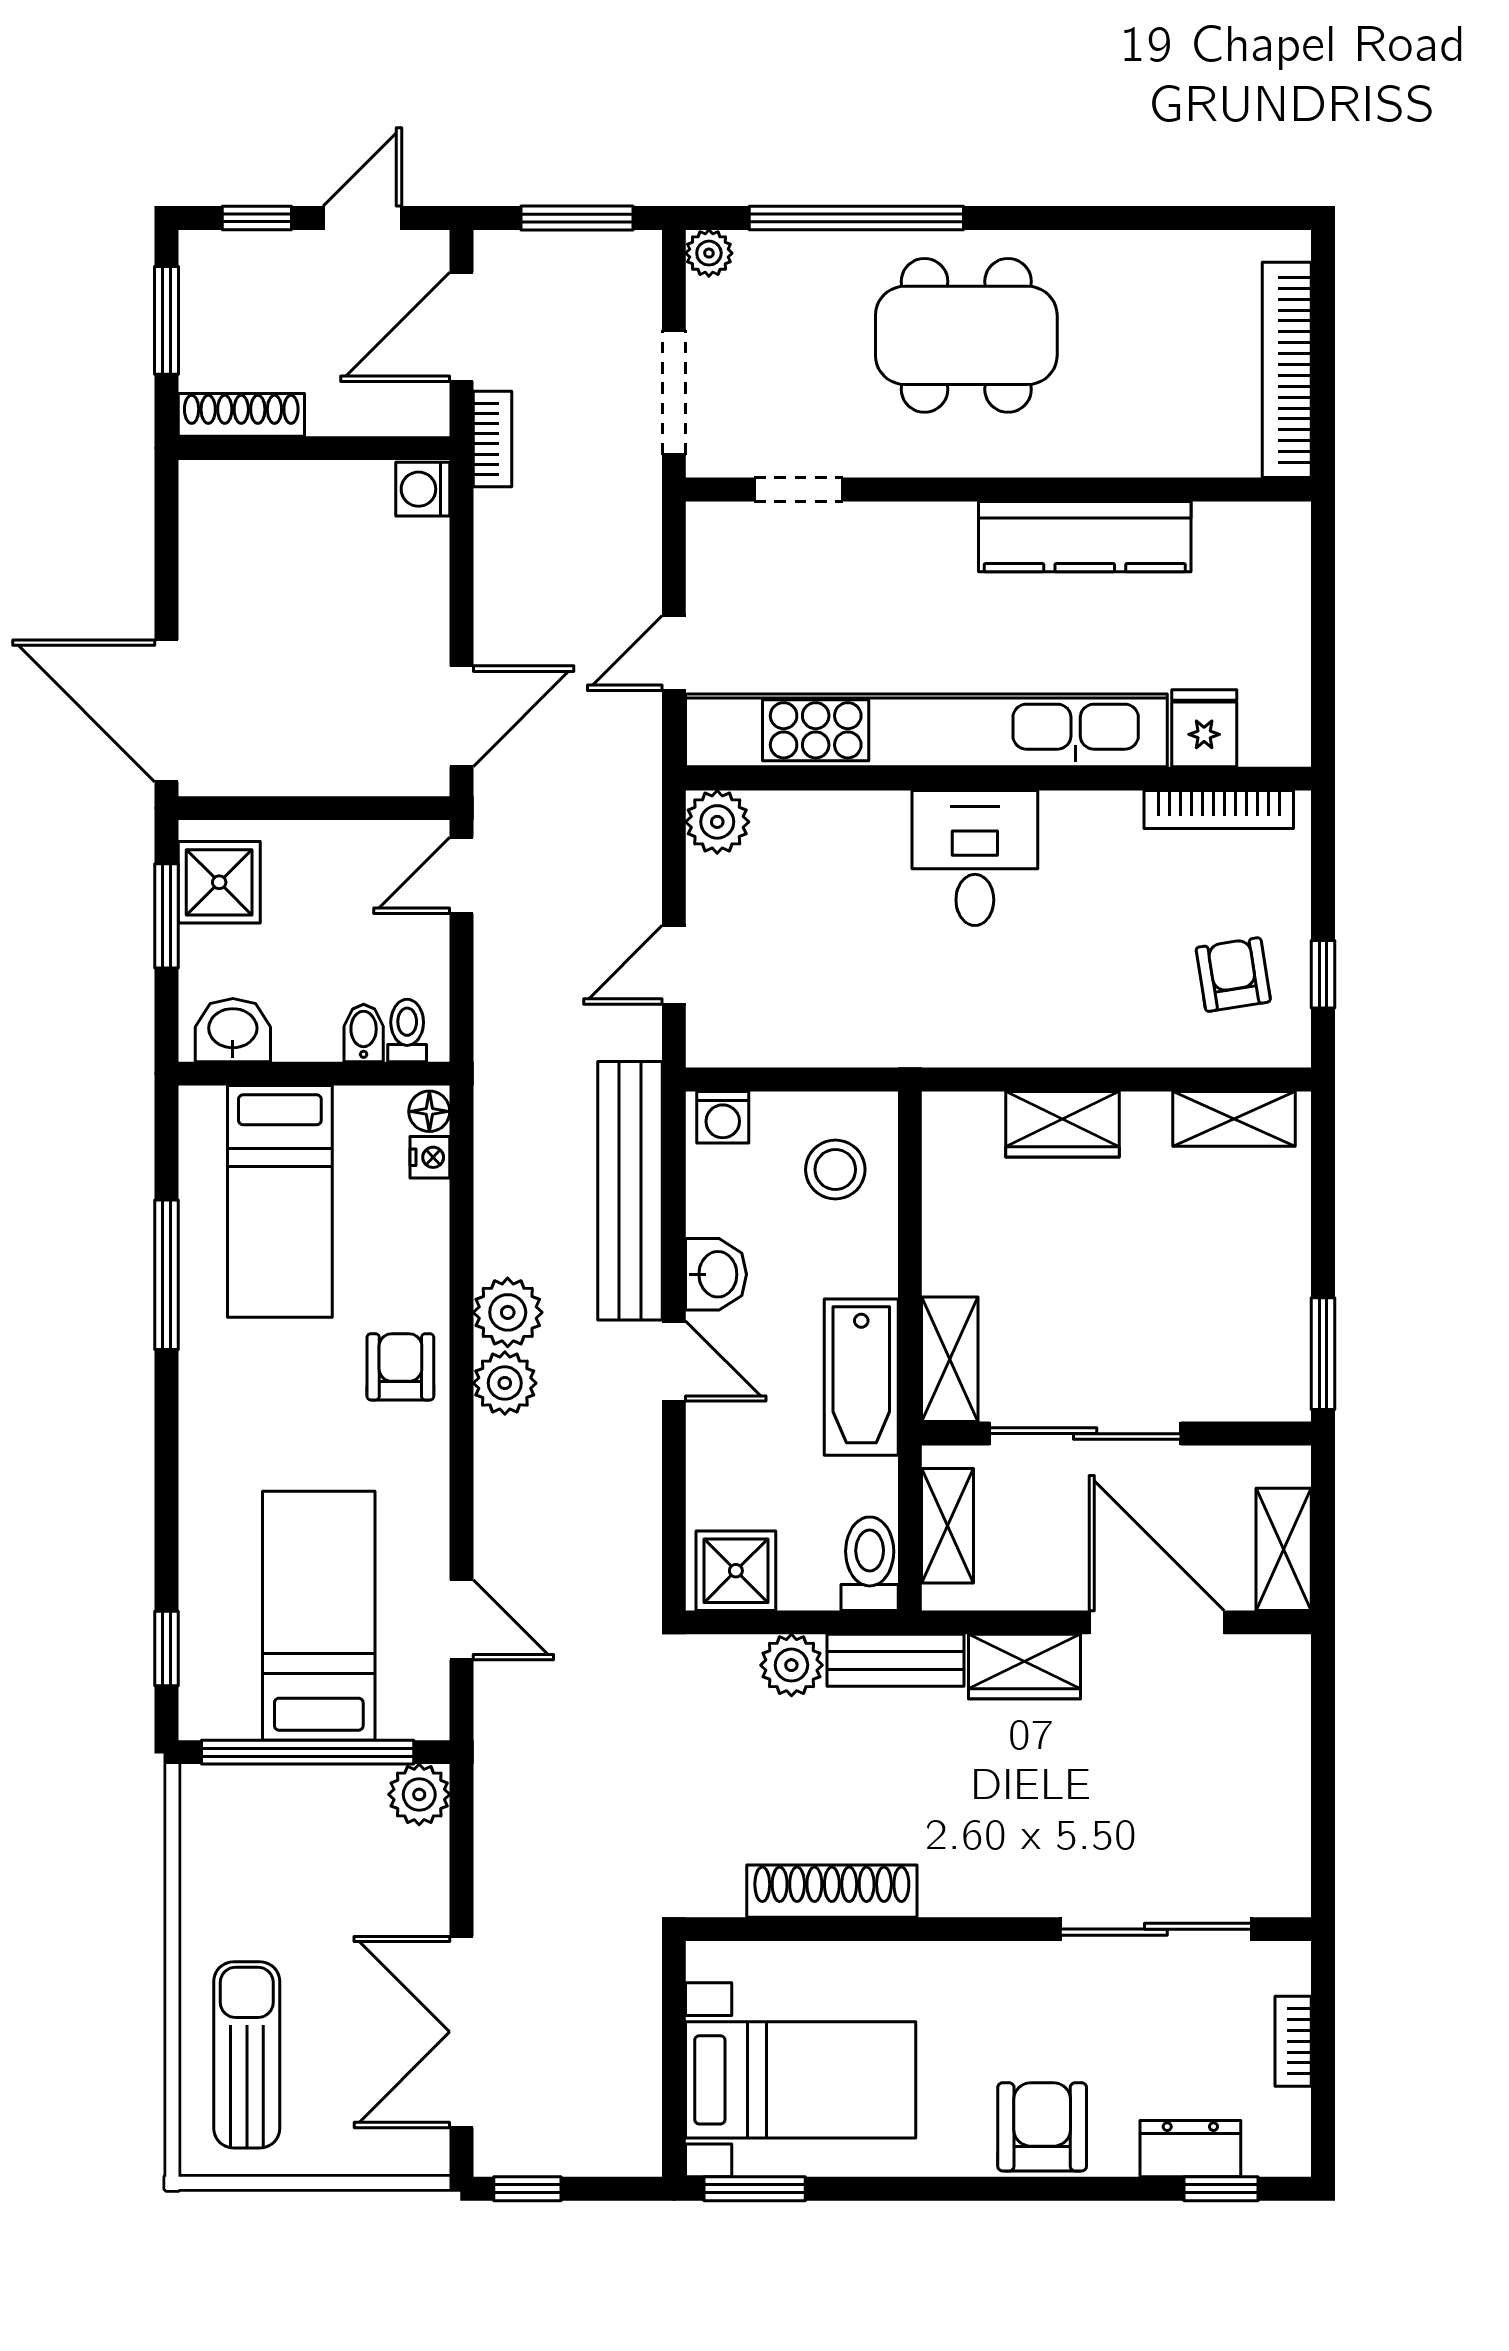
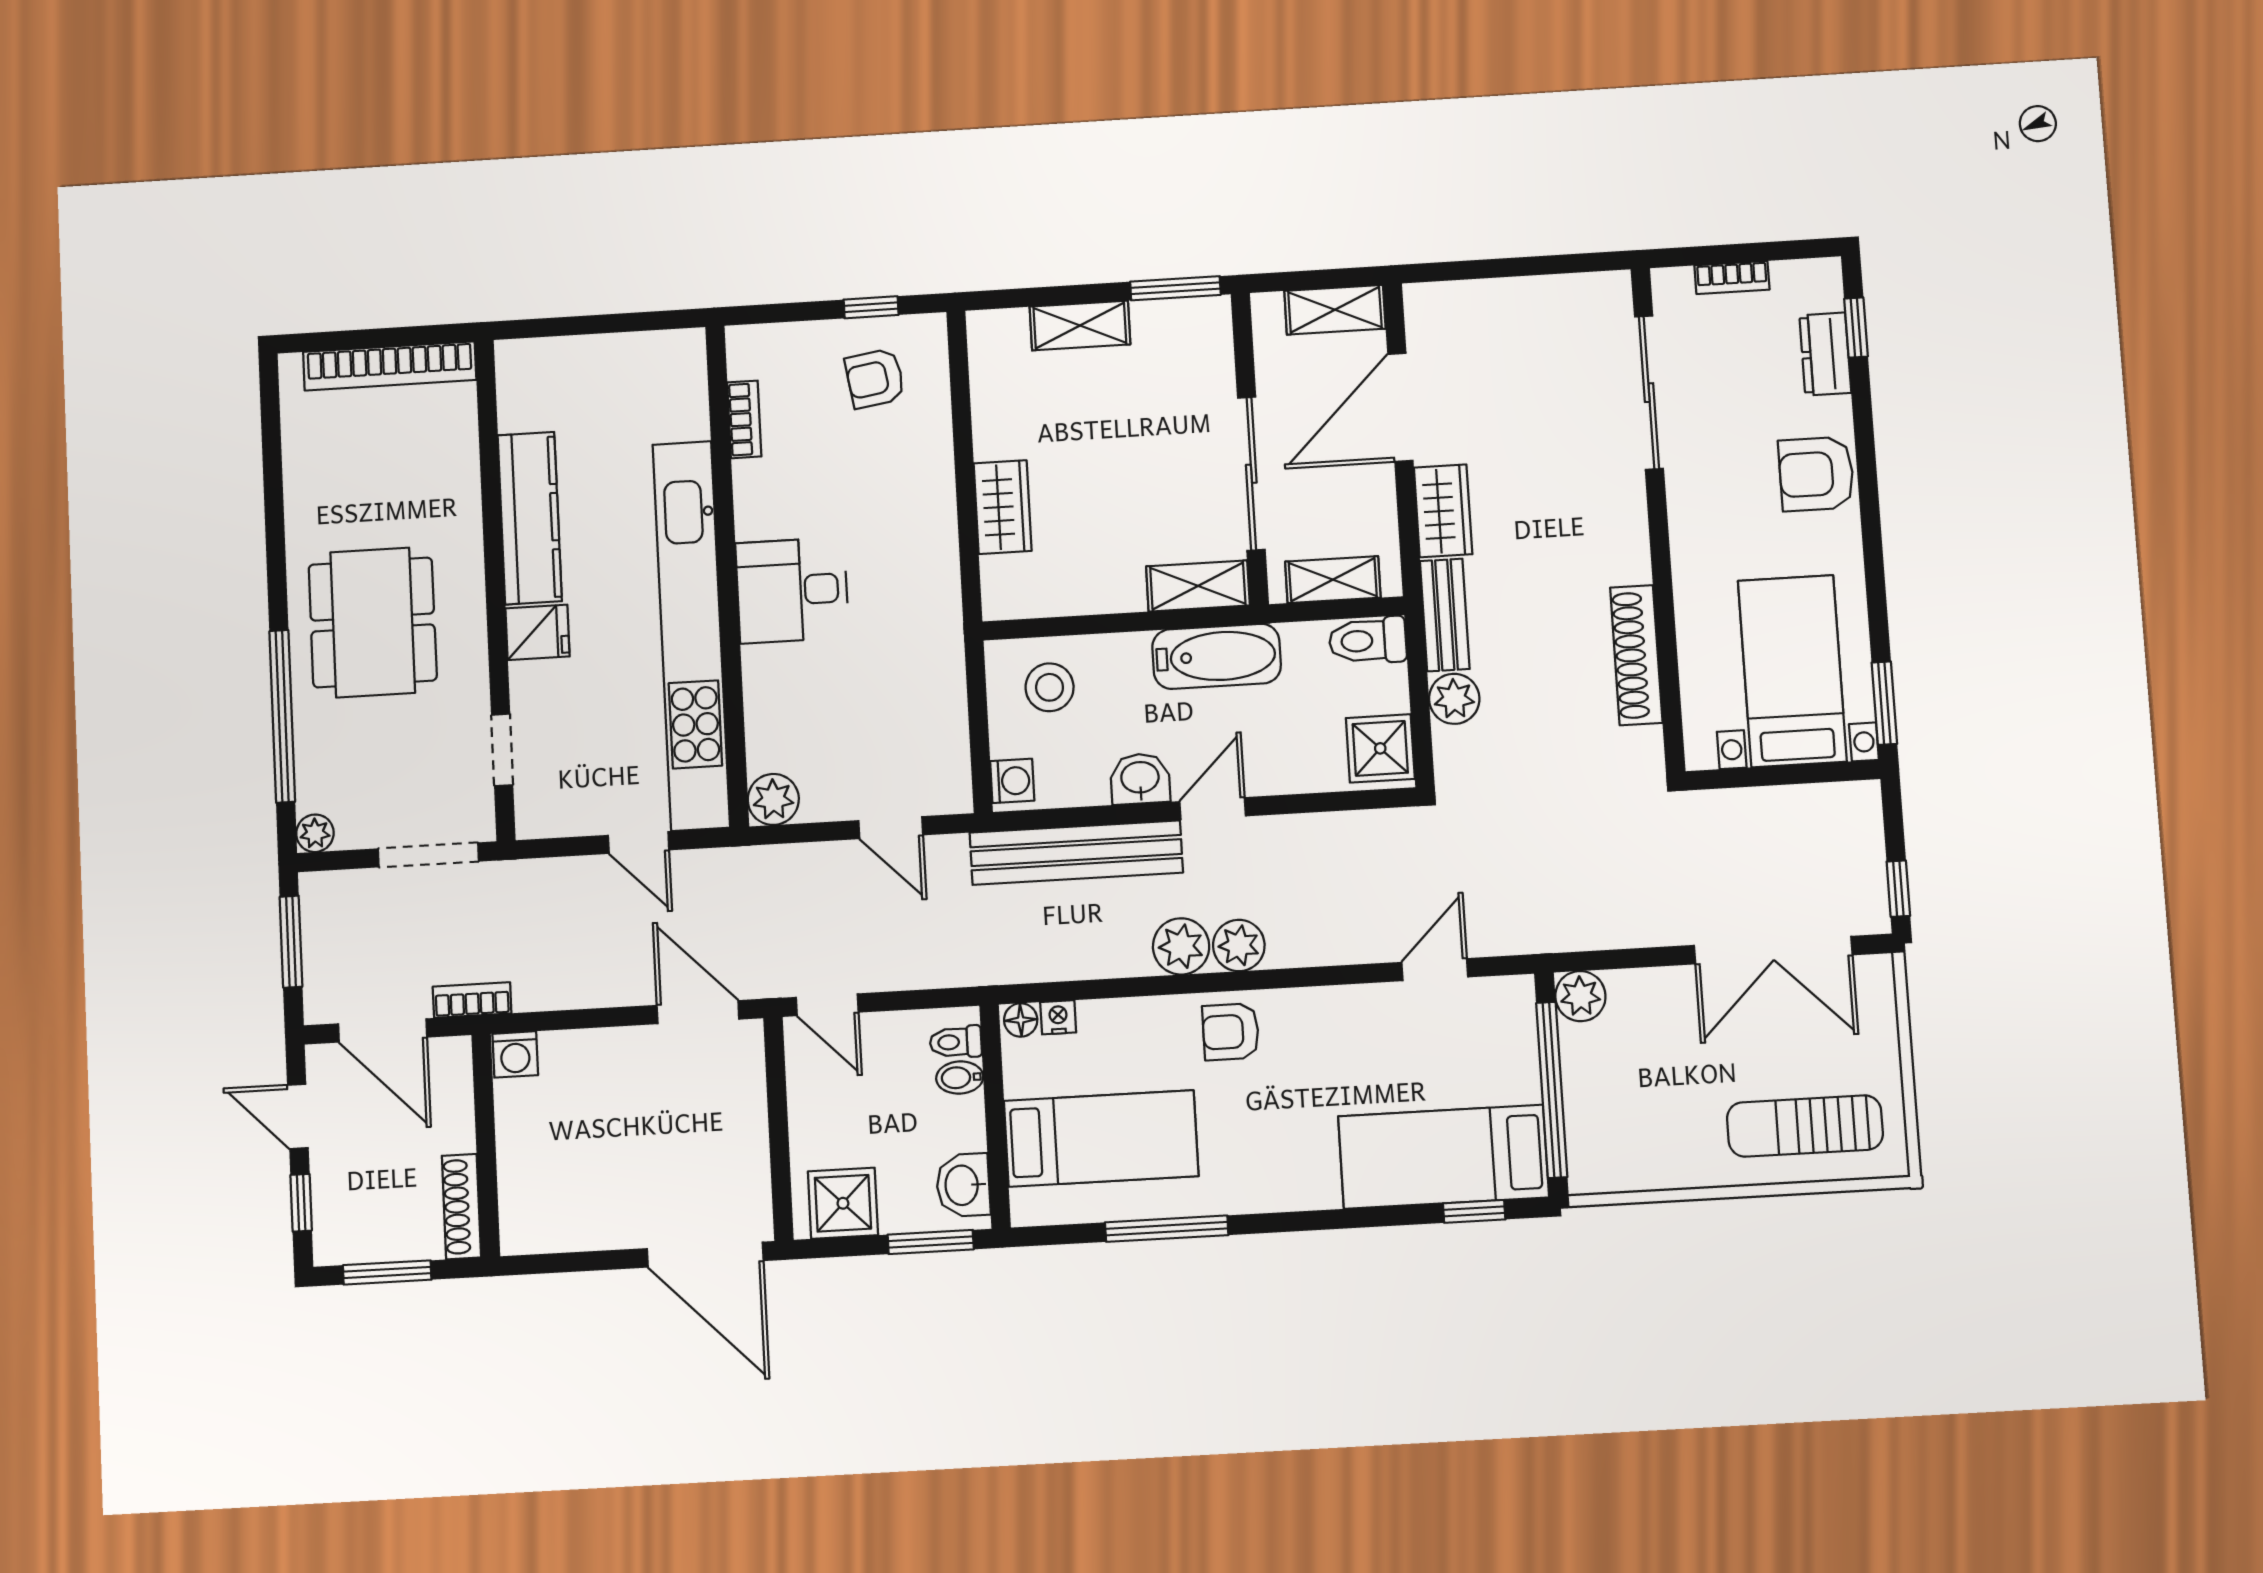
door: (166, 711) -> (705, 1255), hinge flipped
fridge: (1204, 728) -> (537, 632), moved, turned 180
bookcase: (1219, 809) -> (744, 419), width x0.64
window: (166, 916) -> (931, 1242), moved
shelving: (1234, 1119) -> (1080, 326), moved, turned 90
bed: (319, 1616) -> (1444, 1157), moved

